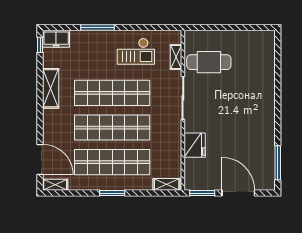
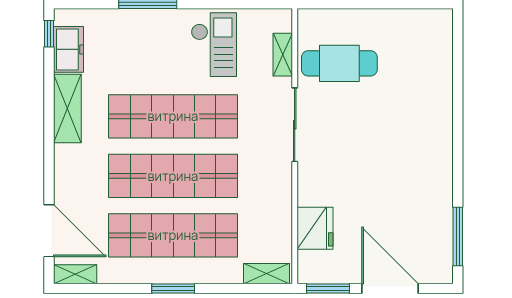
freezer: (56, 39) -> (69, 49), moved, turned -90
checkout: (136, 51) -> (214, 45), turned -90
fridge: (195, 145) -> (315, 228), moved

